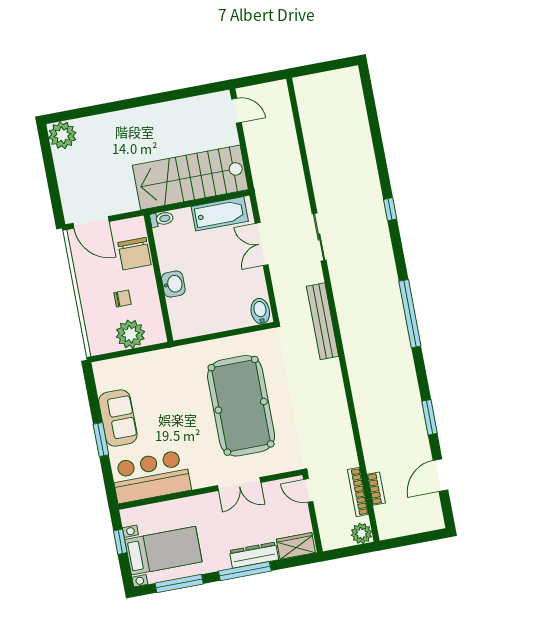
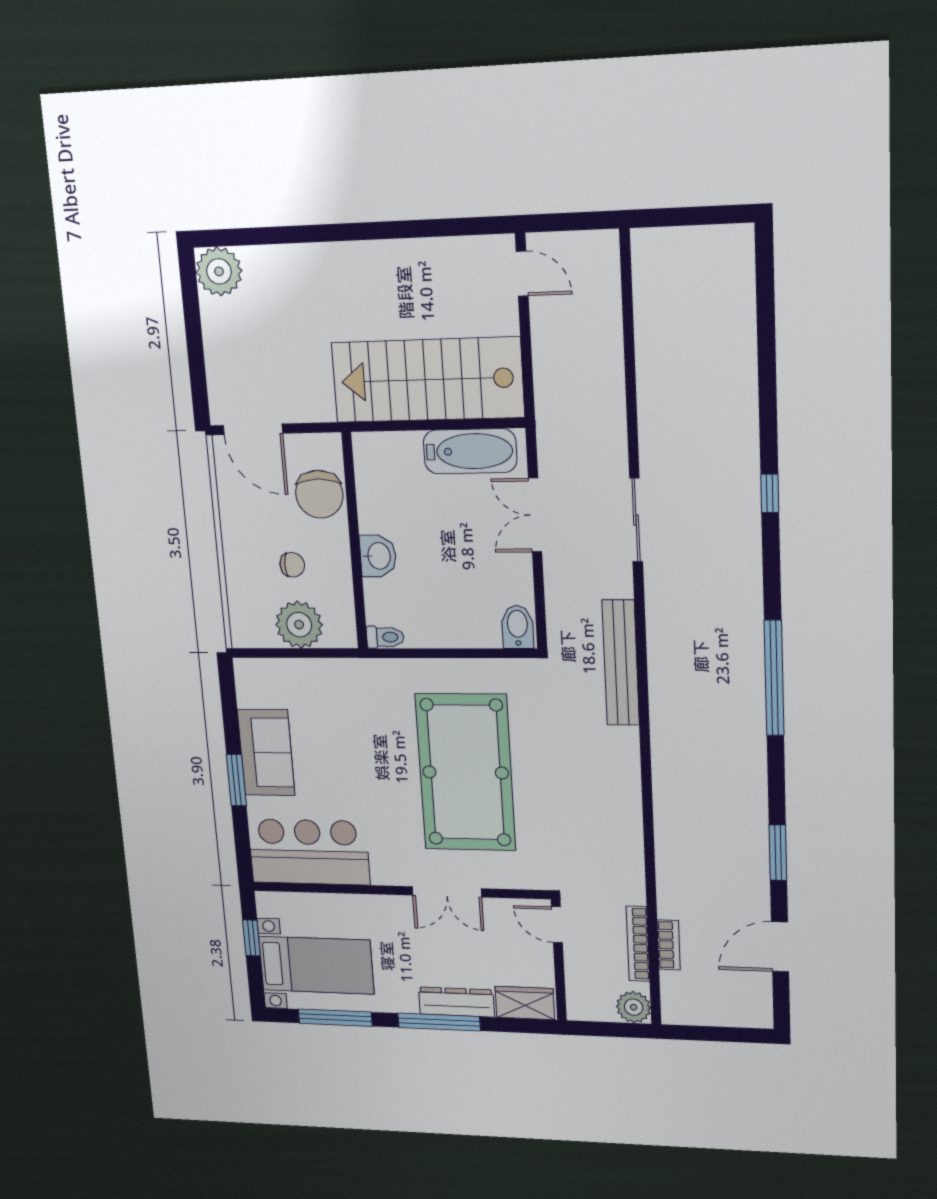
toilet: (162, 219) -> (385, 637), moved

